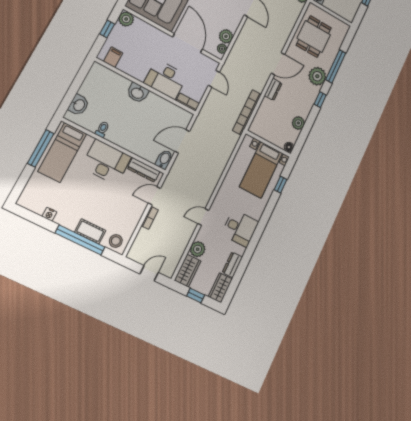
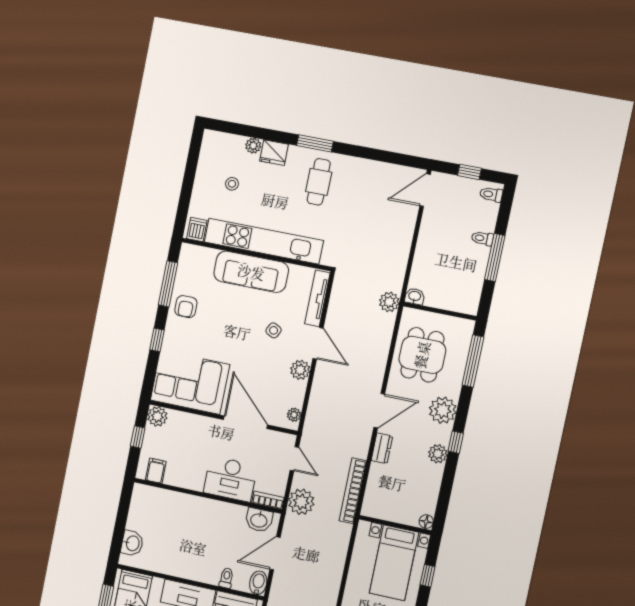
plant: (226, 36) -> (300, 370), moved
window: (336, 66) -> (473, 361), moved
washbasin: (138, 93) -> (259, 520), moved
plant: (210, 110) -> (301, 502), added
plant: (298, 123) -> (438, 454), moved
toilet: (102, 129) -> (226, 578), moved

